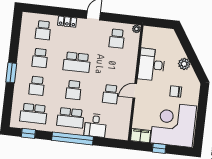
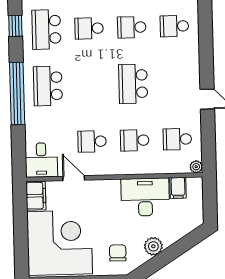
locker: (67, 22) -> (192, 61), removed
filing cabinet: (148, 43) -> (178, 188), added
school desk: (74, 90) -> (135, 140), moved
door: (135, 91) -> (74, 178), moved
chair: (176, 91) -> (118, 253), moved
desk: (95, 125) -> (41, 160), moved, turned -90
window: (159, 148) -> (21, 226), removed

